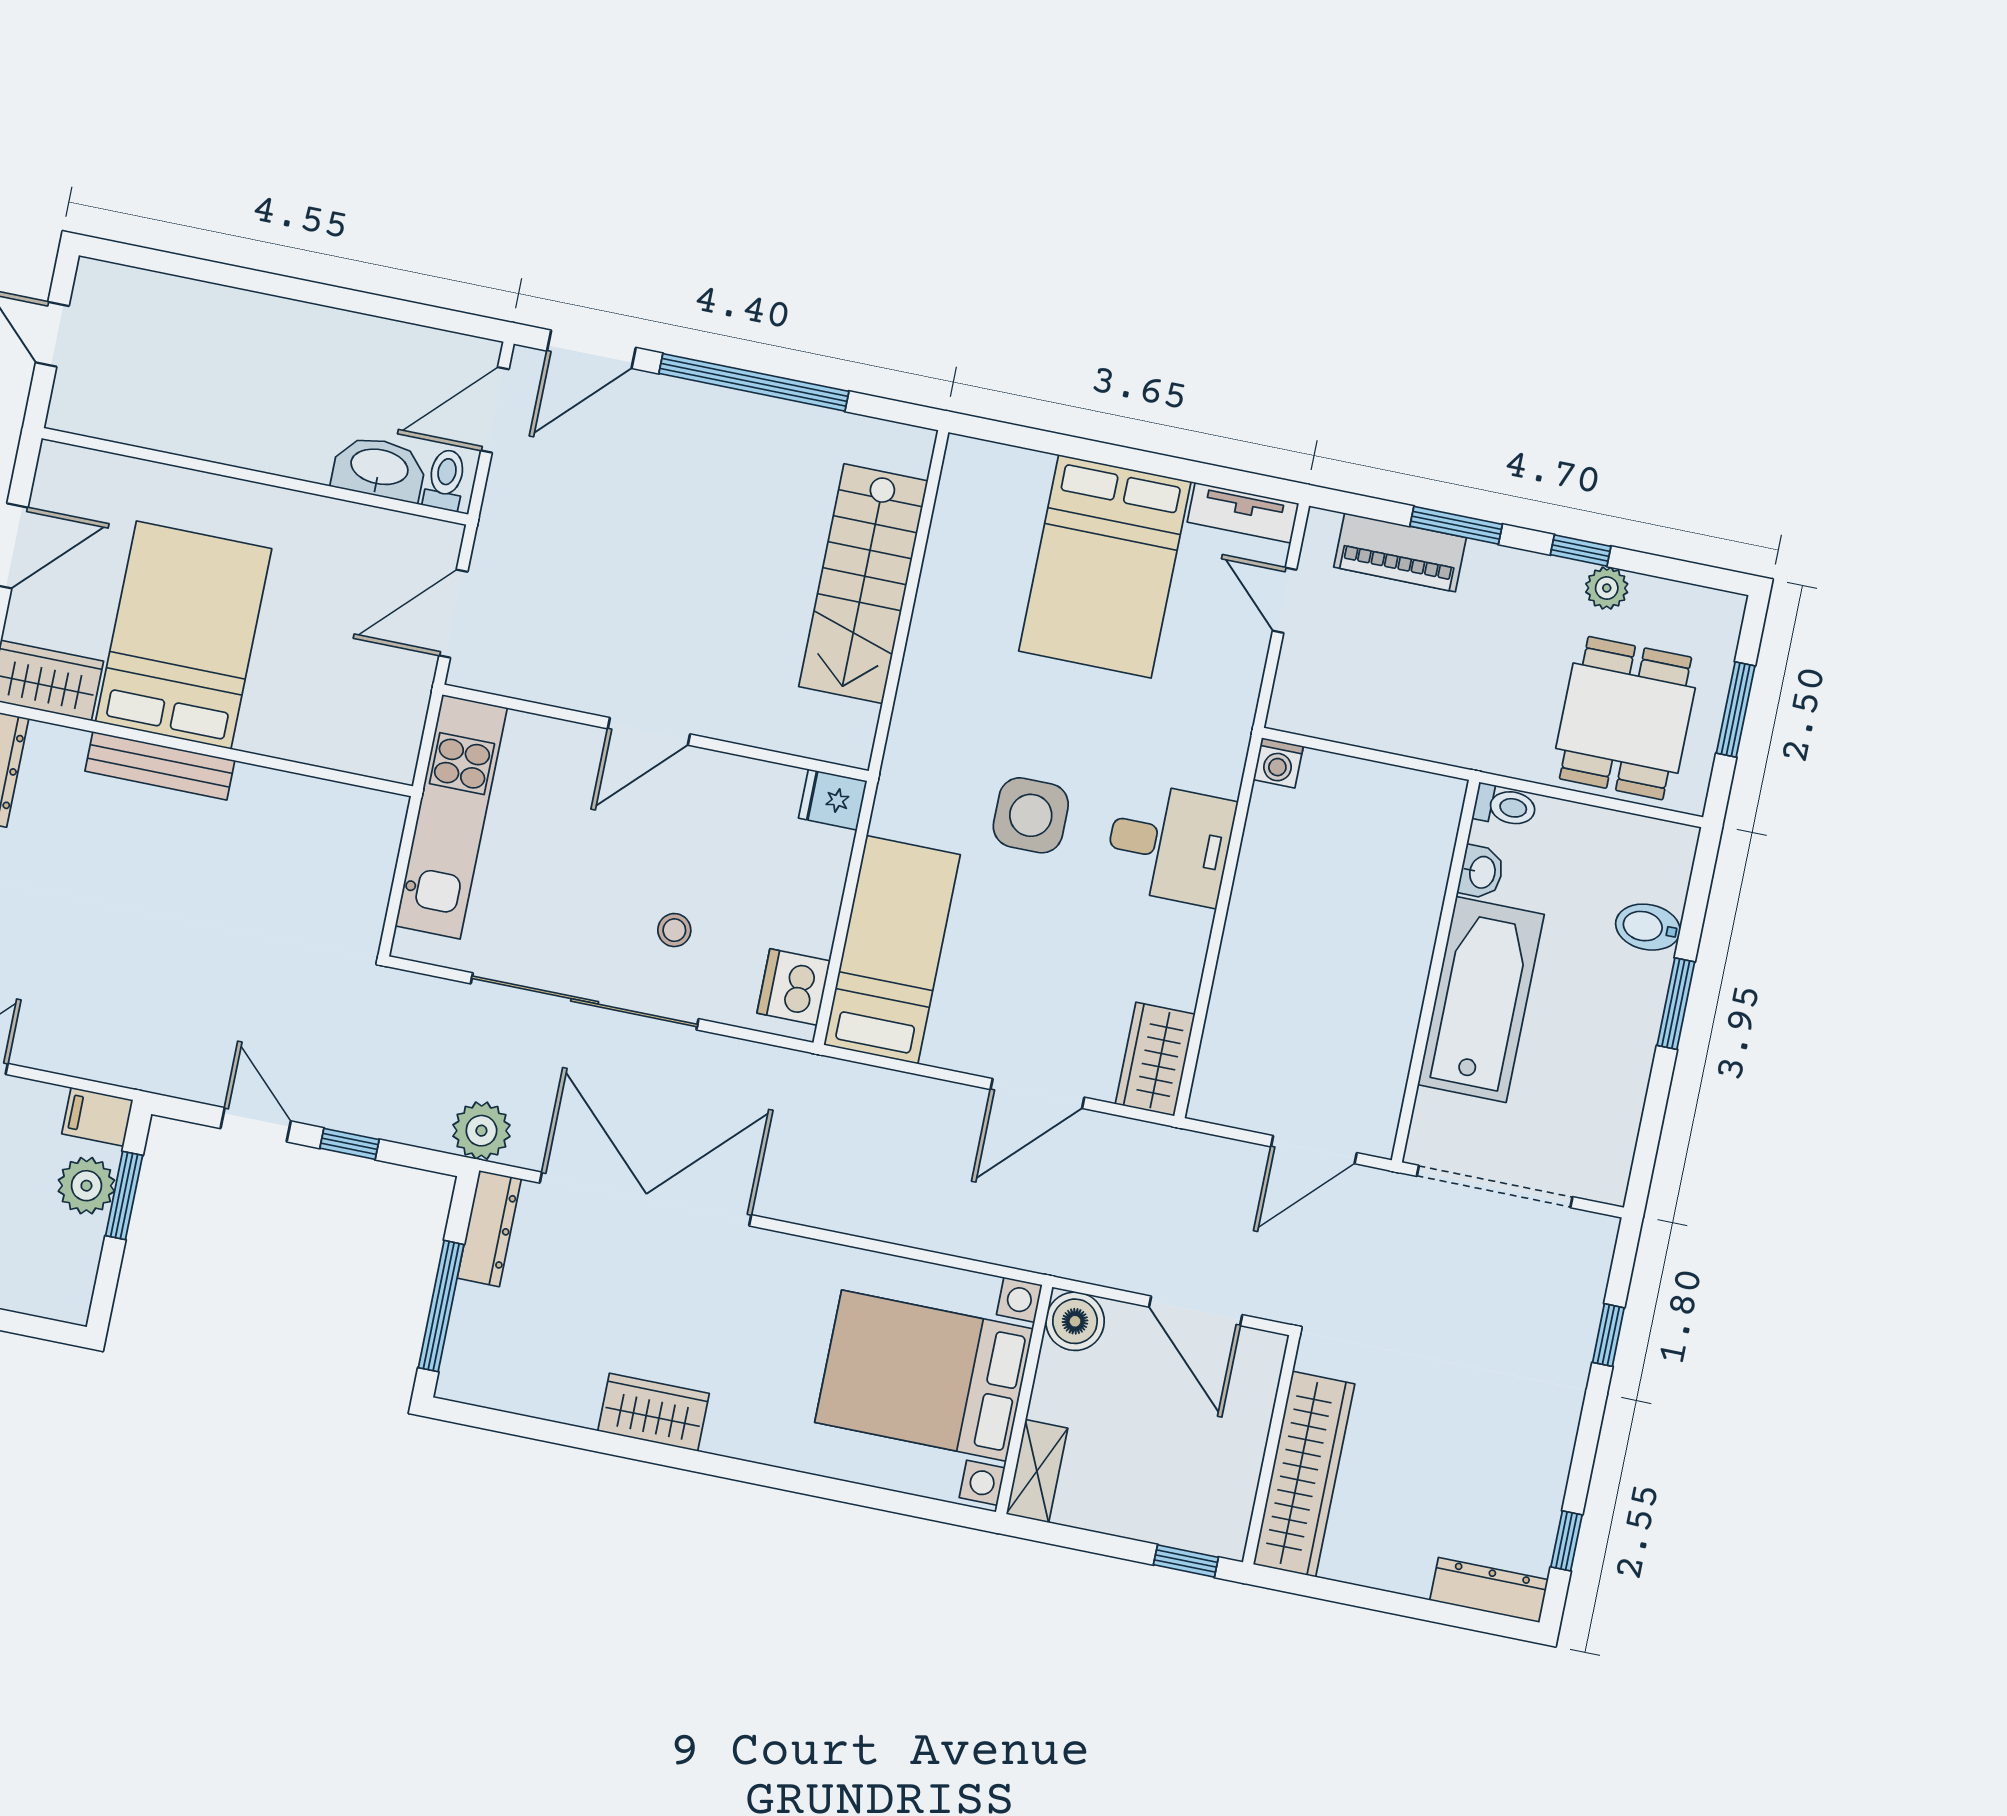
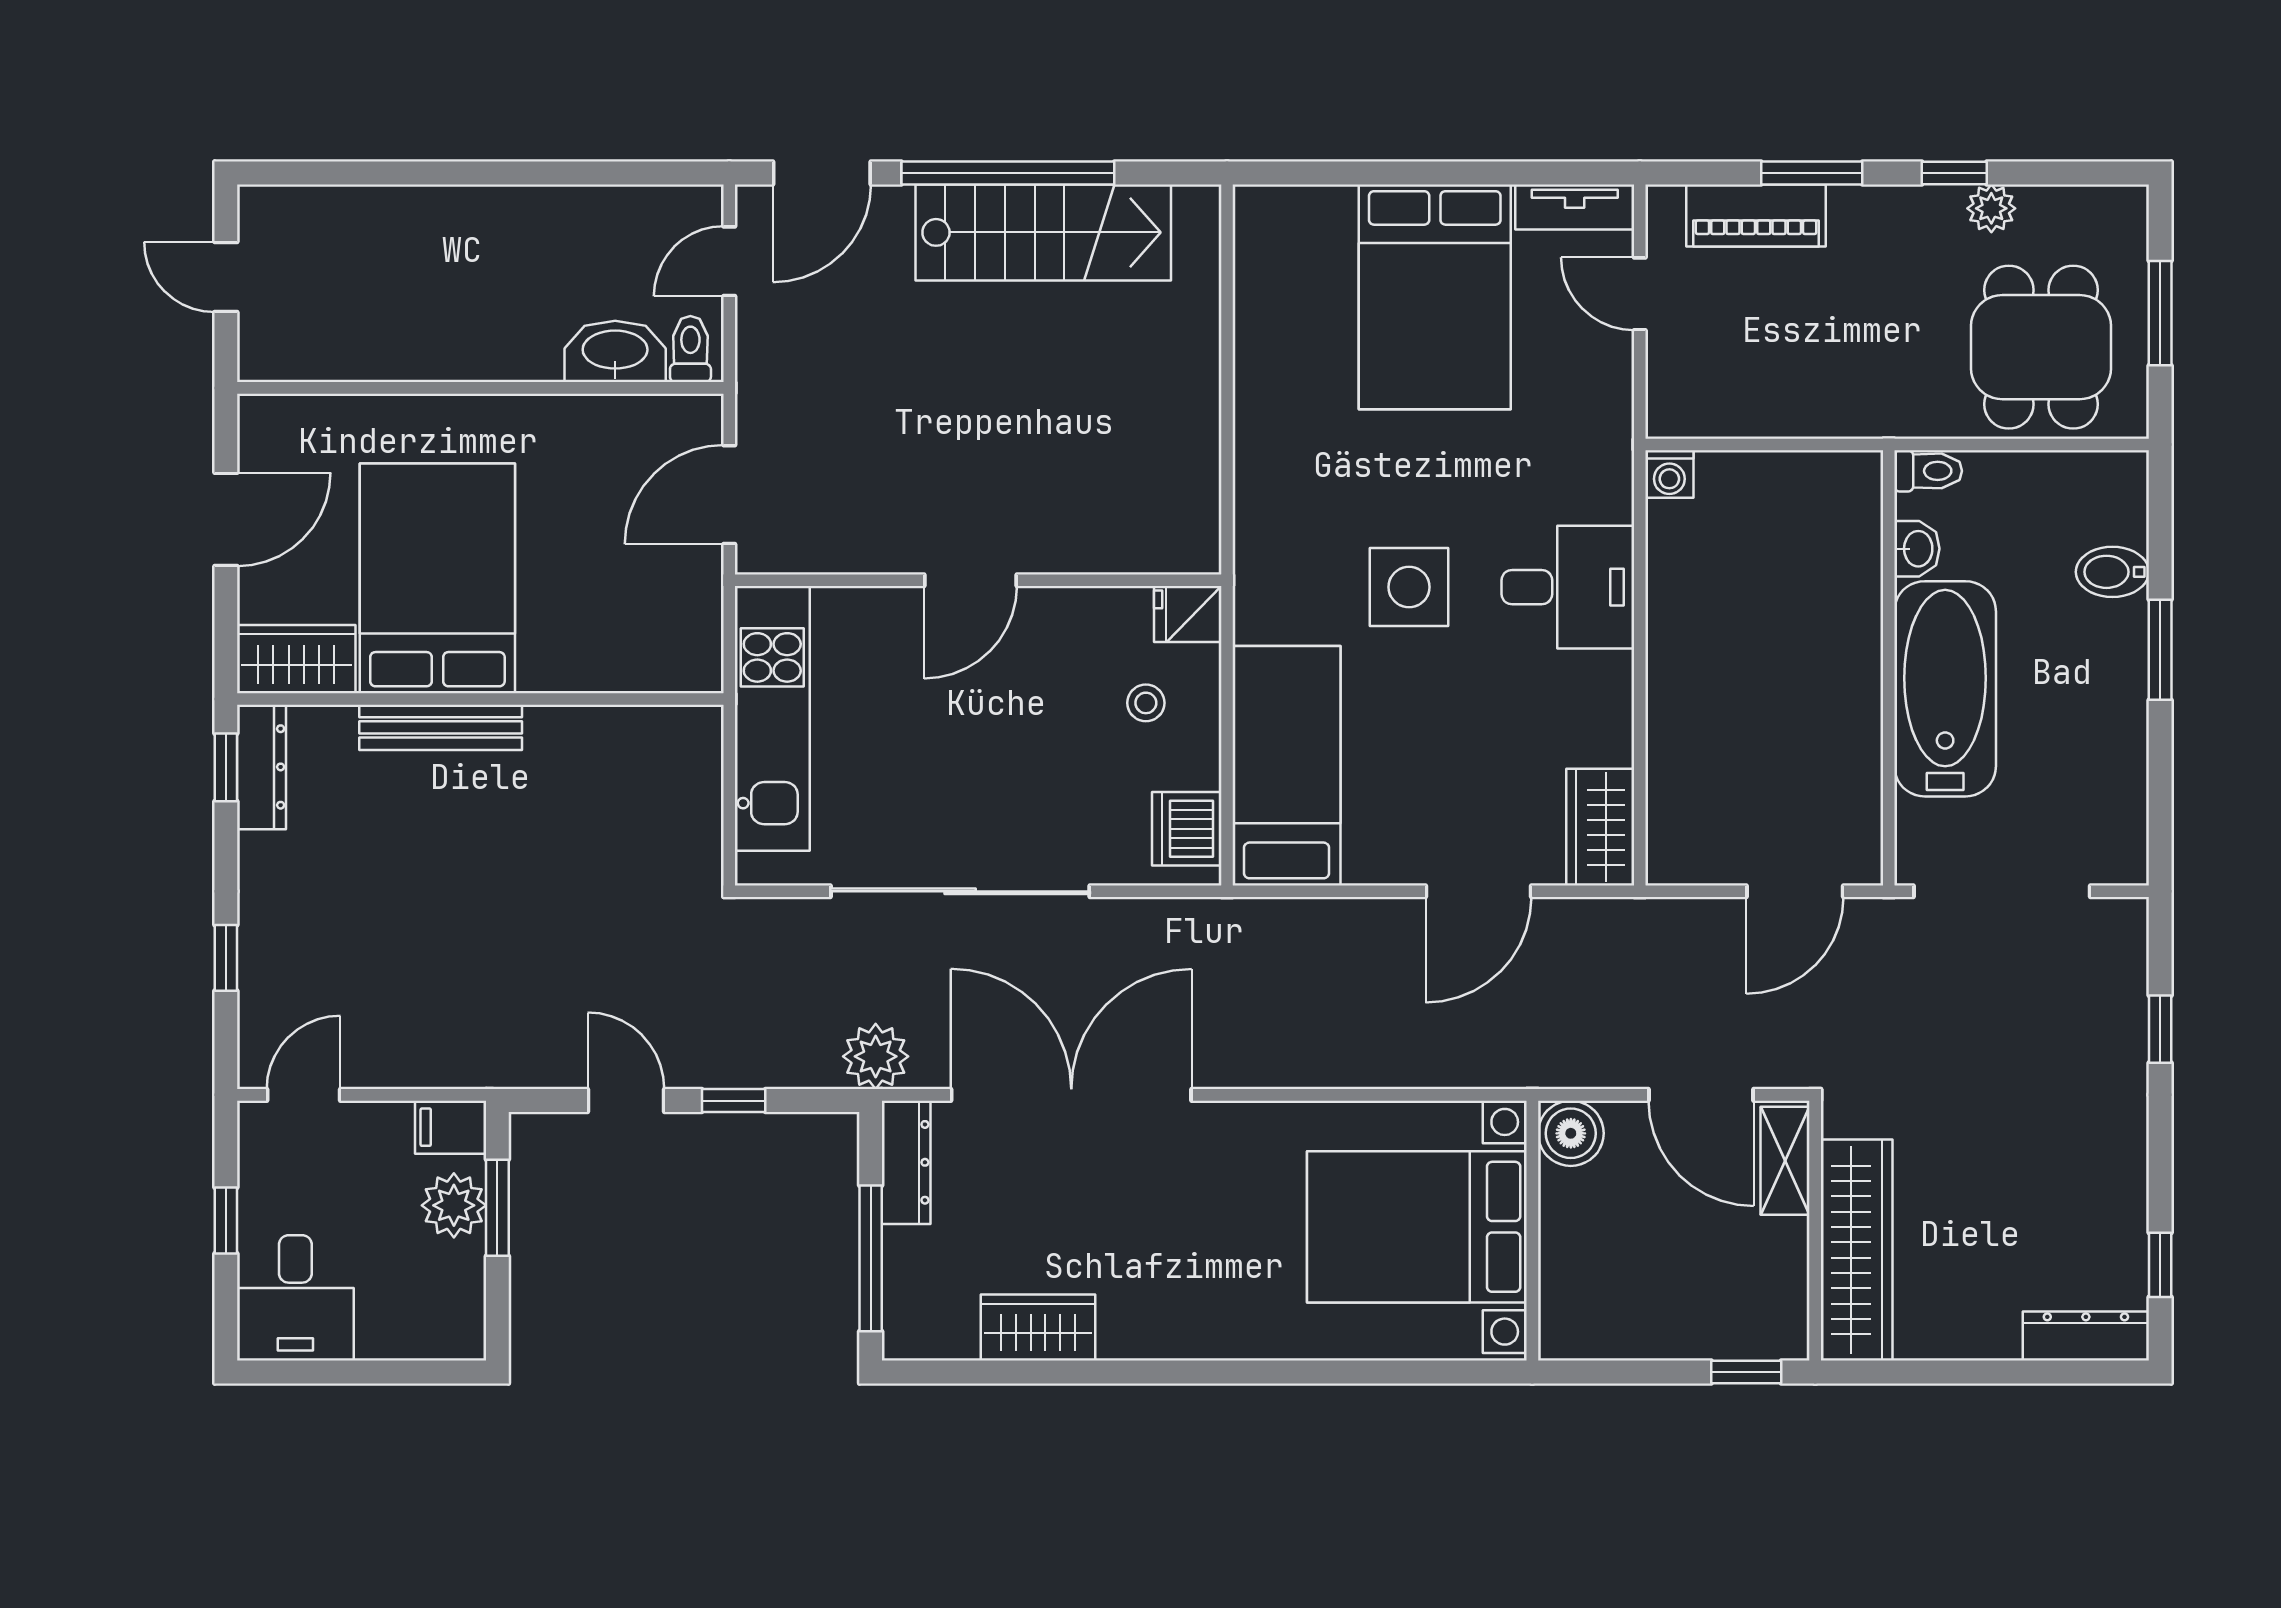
door: (495, 410) -> (729, 261), width x0.73
stairs: (863, 584) -> (1043, 232), moved, turned -90
stool: (674, 930) -> (1146, 703), moved
wardrobe: (654, 1412) -> (1038, 1328), moved
shelving: (1037, 1471) -> (1785, 1161), moved

